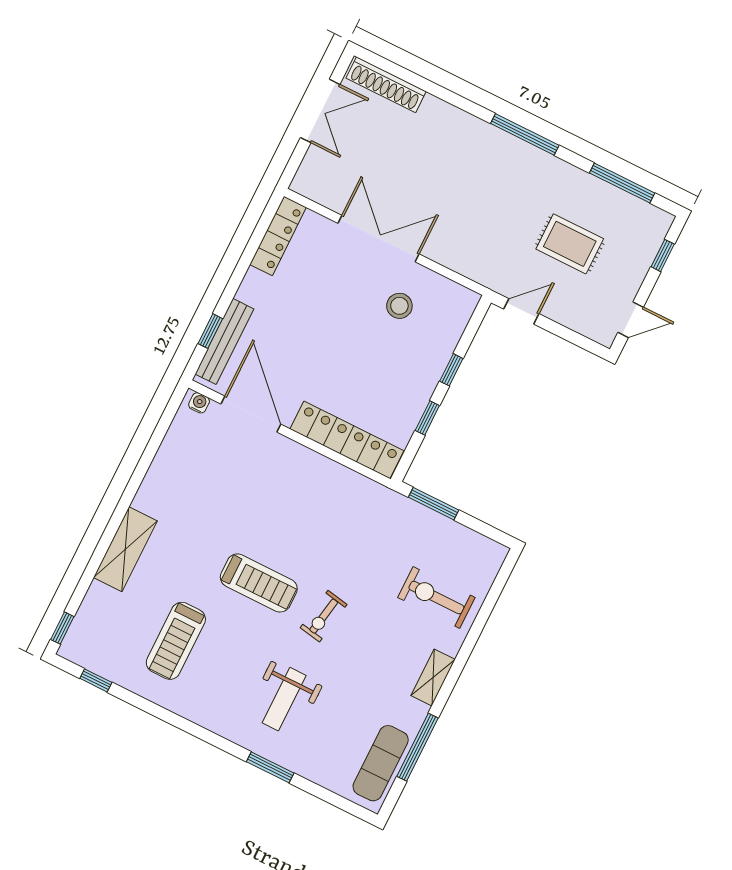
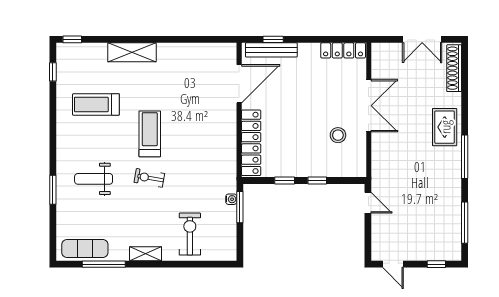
rug: (570, 244) -> (445, 127), moved
water cooler: (199, 403) -> (231, 199), moved
treadmill: (259, 583) -> (150, 134), turned 180

